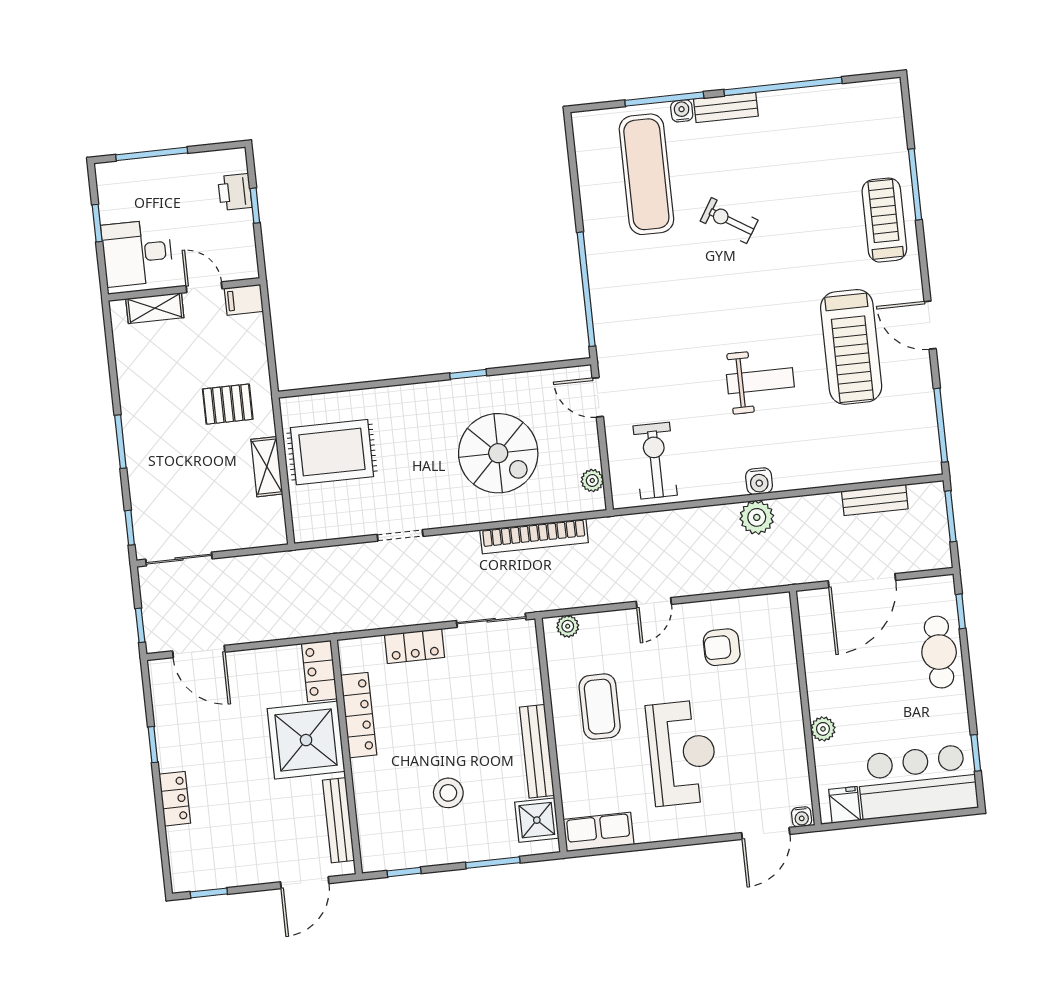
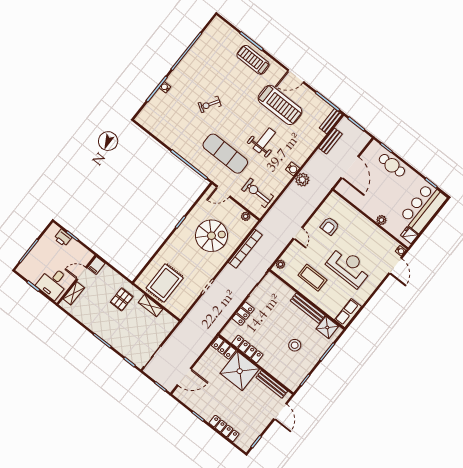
bench: (726, 107) -> (331, 121), moved
exercise mat: (646, 174) -> (225, 154), moved
locker: (175, 799) -> (224, 428), width x1.53

